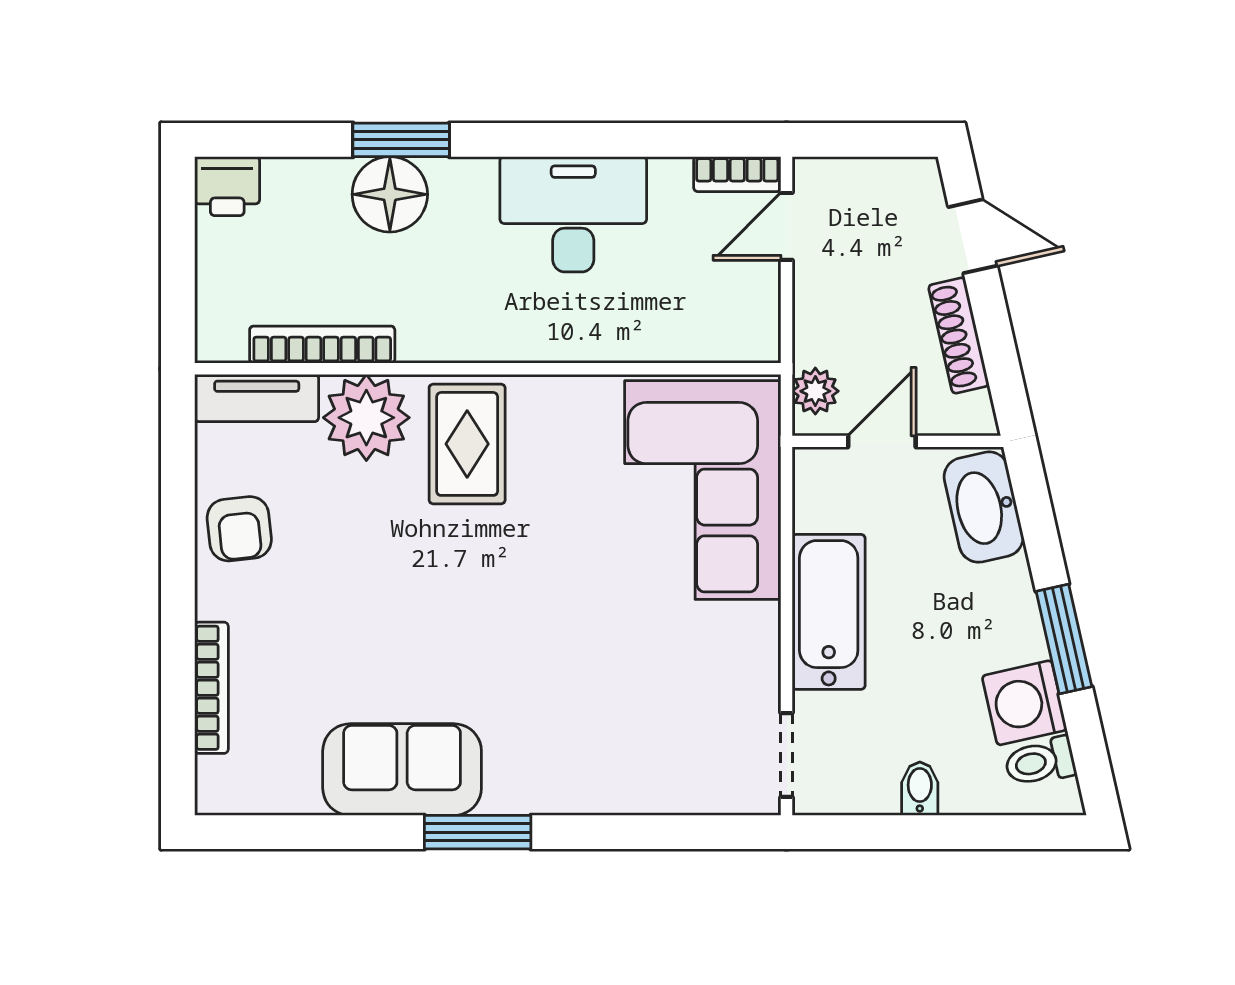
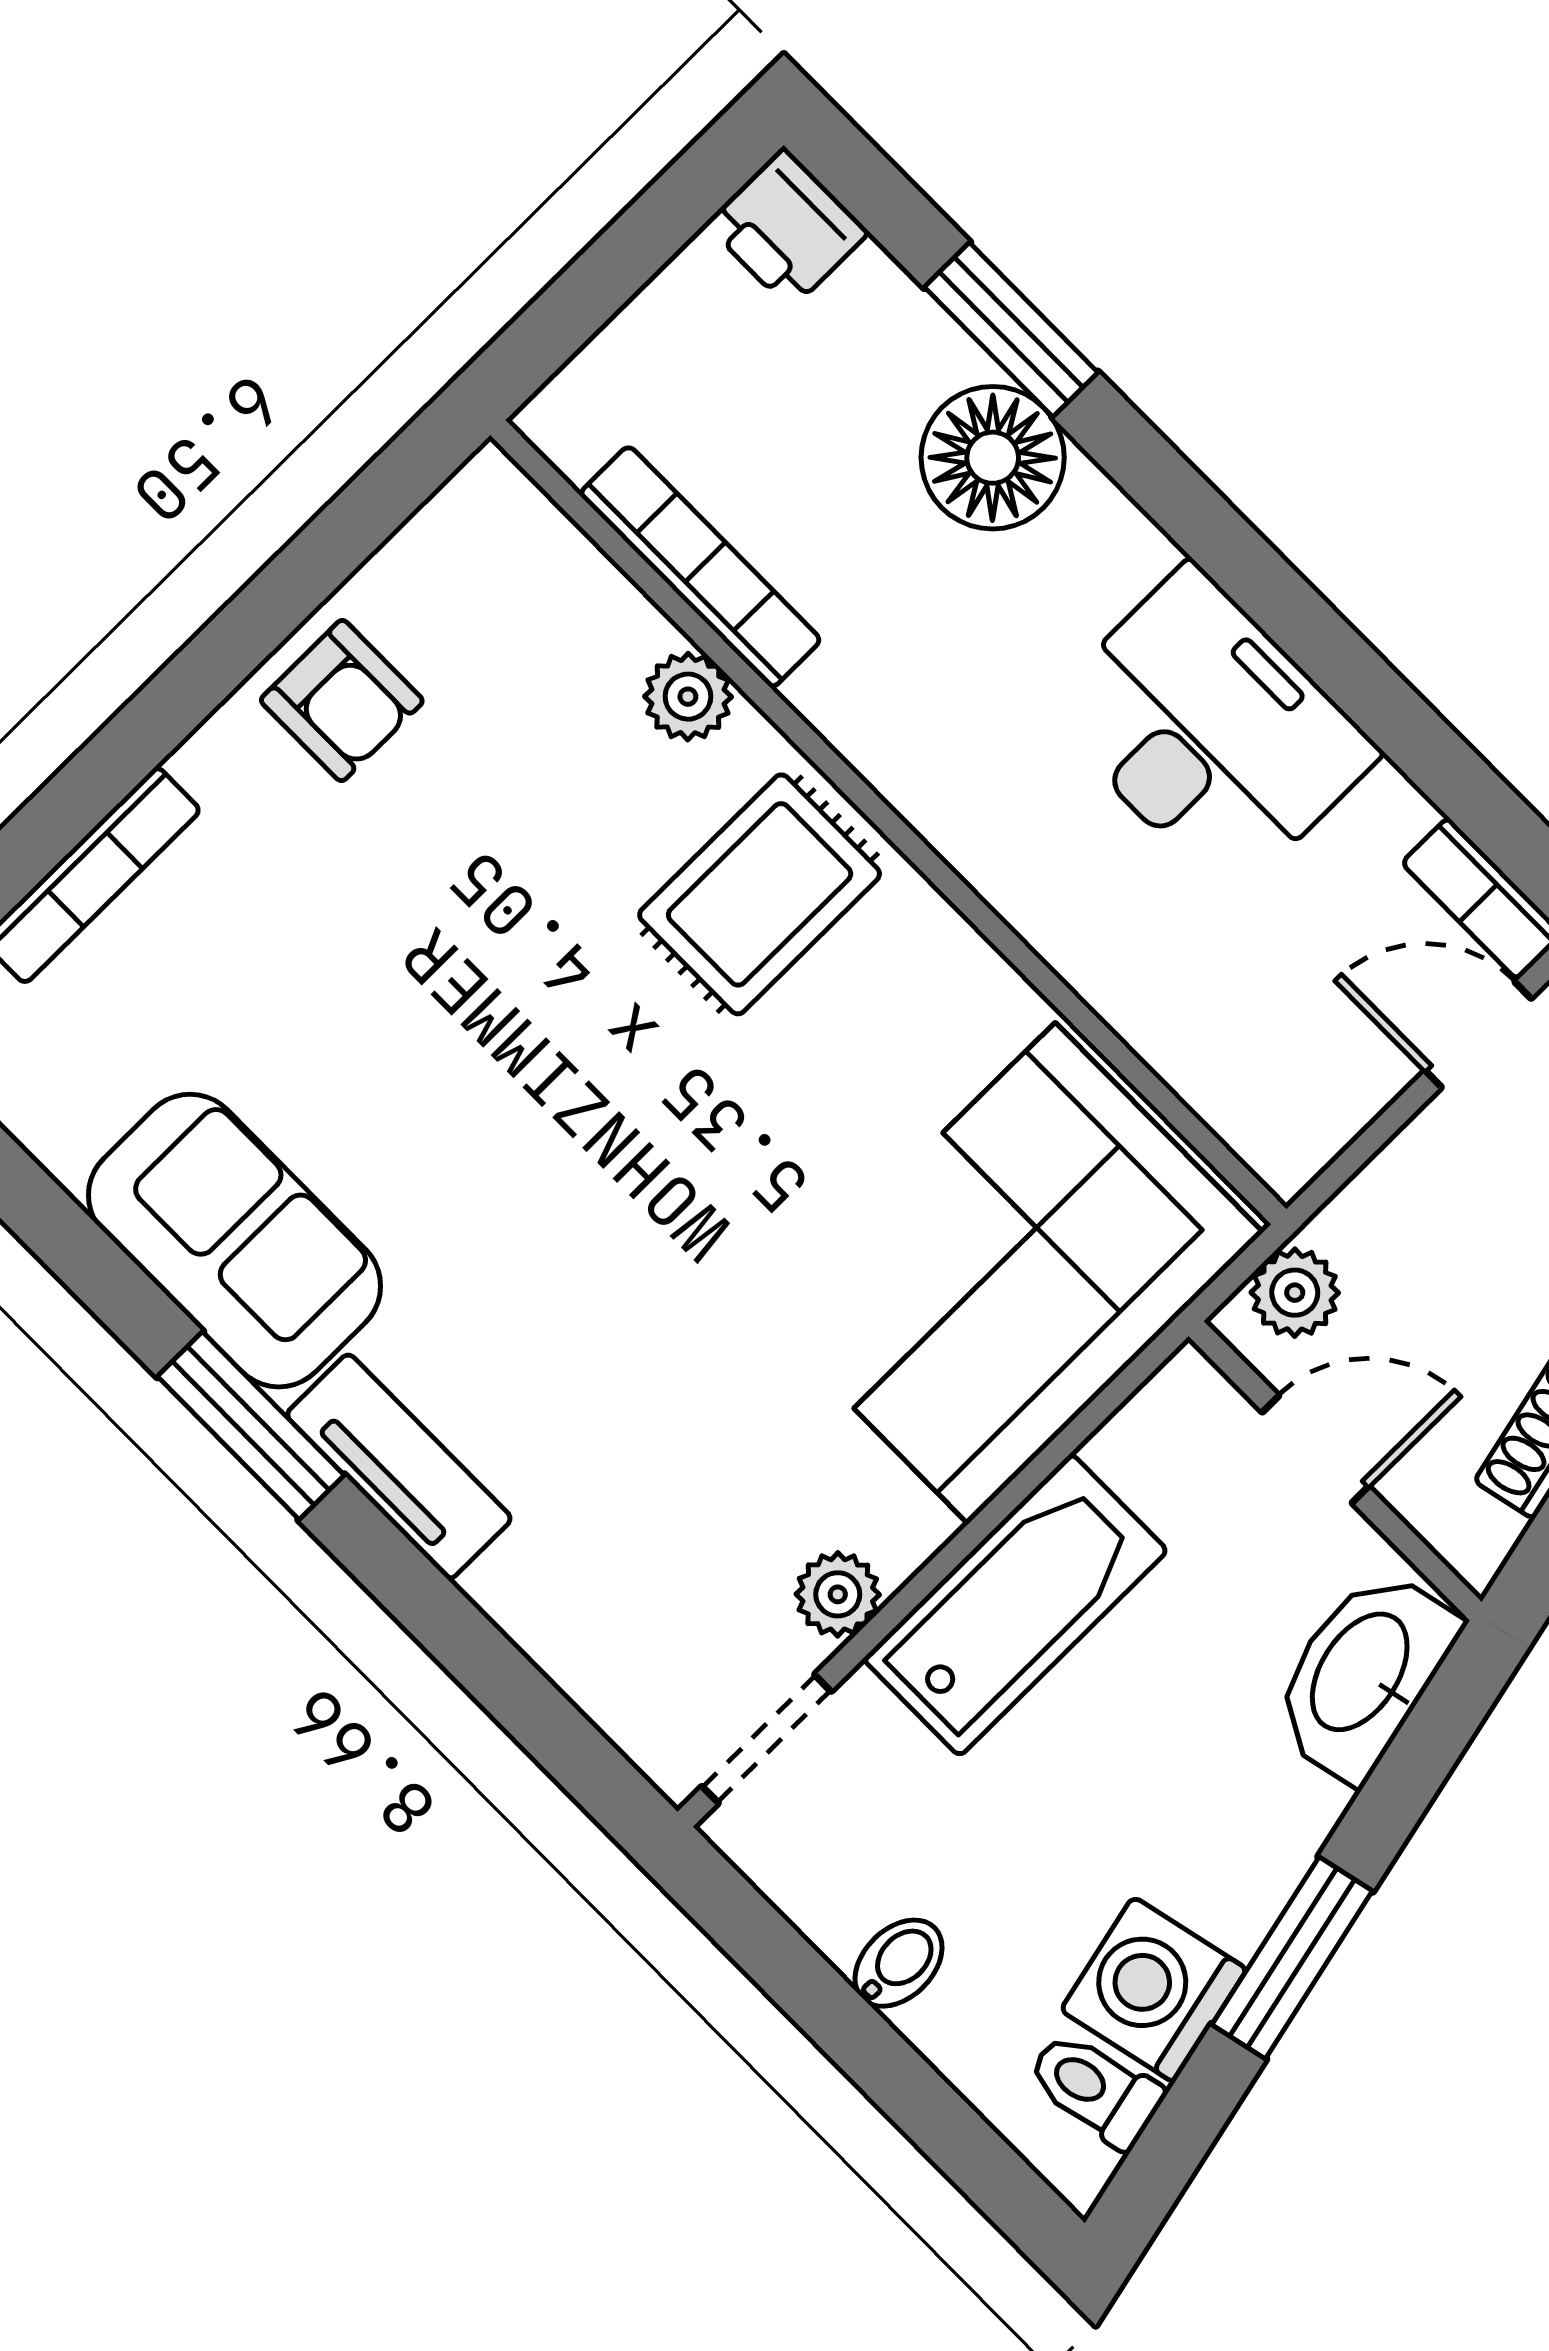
window: (401, 140) -> (1011, 330), moved
tv unit: (257, 398) -> (399, 1467), moved, turned 180
plant: (366, 418) -> (688, 697), width x0.53, depth x0.53
armchair: (239, 529) -> (342, 700), turned -84
plant: (759, 675) -> (838, 1594), added

